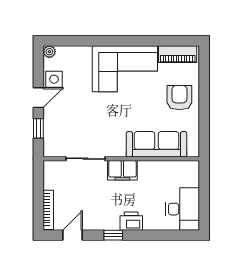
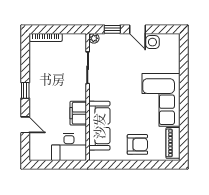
plant: (49, 52) -> (94, 38), moved
filing cabinet: (122, 170) -> (78, 113), moved
desk: (183, 209) -> (69, 147), moved
printer: (131, 221) -> (37, 105), removed
door: (73, 235) -> (25, 125), moved

